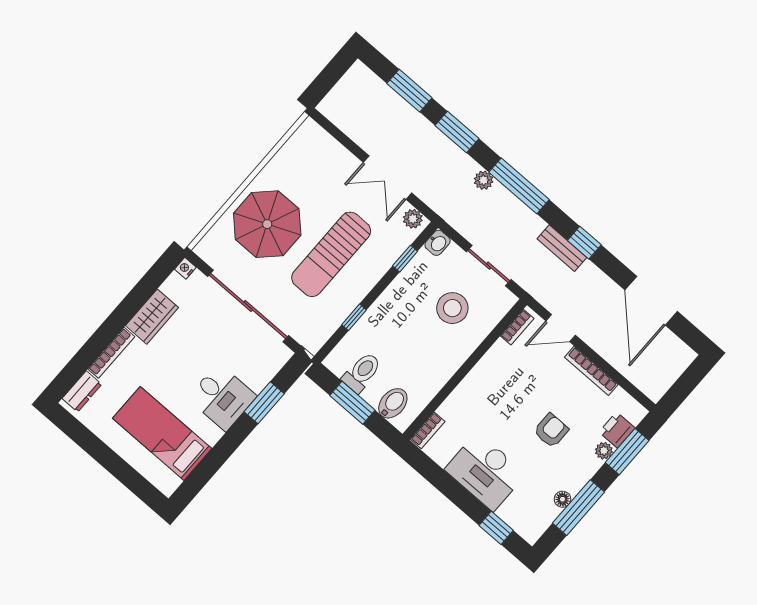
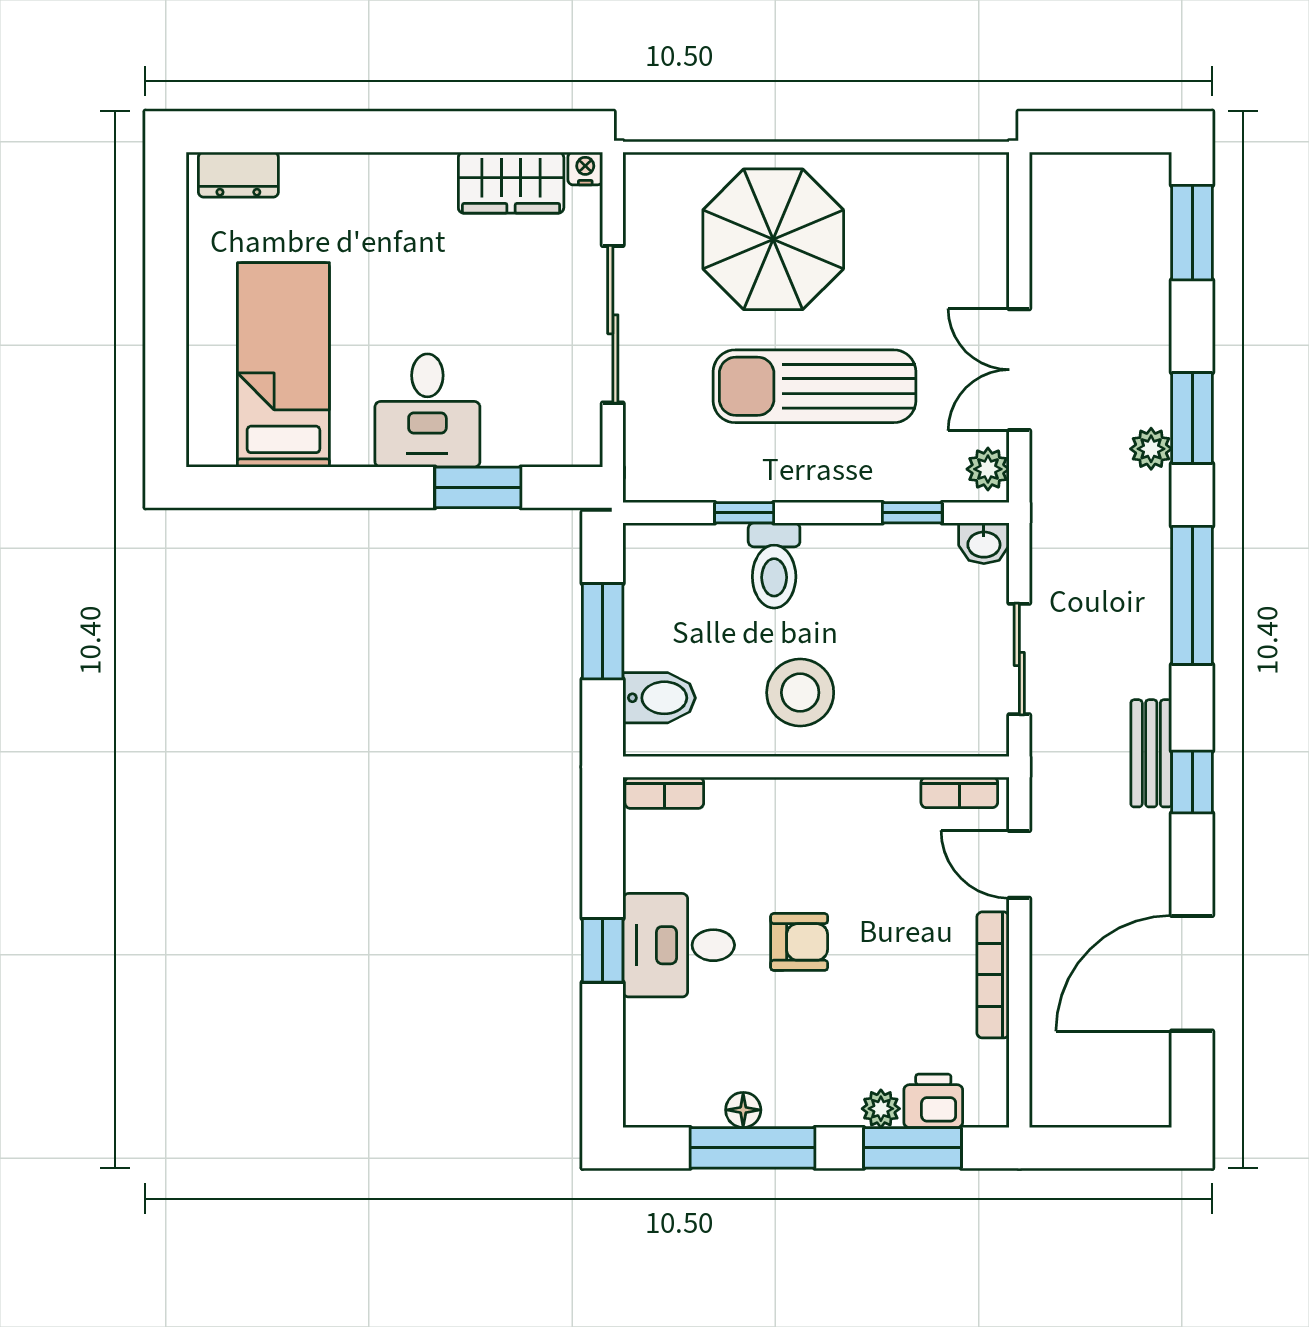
window: (409, 91) -> (1192, 233), moved
plant: (484, 180) -> (1151, 449), moved
sliding door: (248, 306) -> (613, 324), width x0.73
stool: (452, 308) -> (800, 693), moved
wardrobe: (152, 317) -> (511, 183), moved
bookcase: (111, 353) -> (343, 167), removed
toilet: (362, 372) -> (774, 566), moved, turned 90
armchair: (551, 431) -> (799, 942), moved
desk: (485, 472) -> (679, 945), width x0.73
window: (496, 528) -> (603, 950), moved

